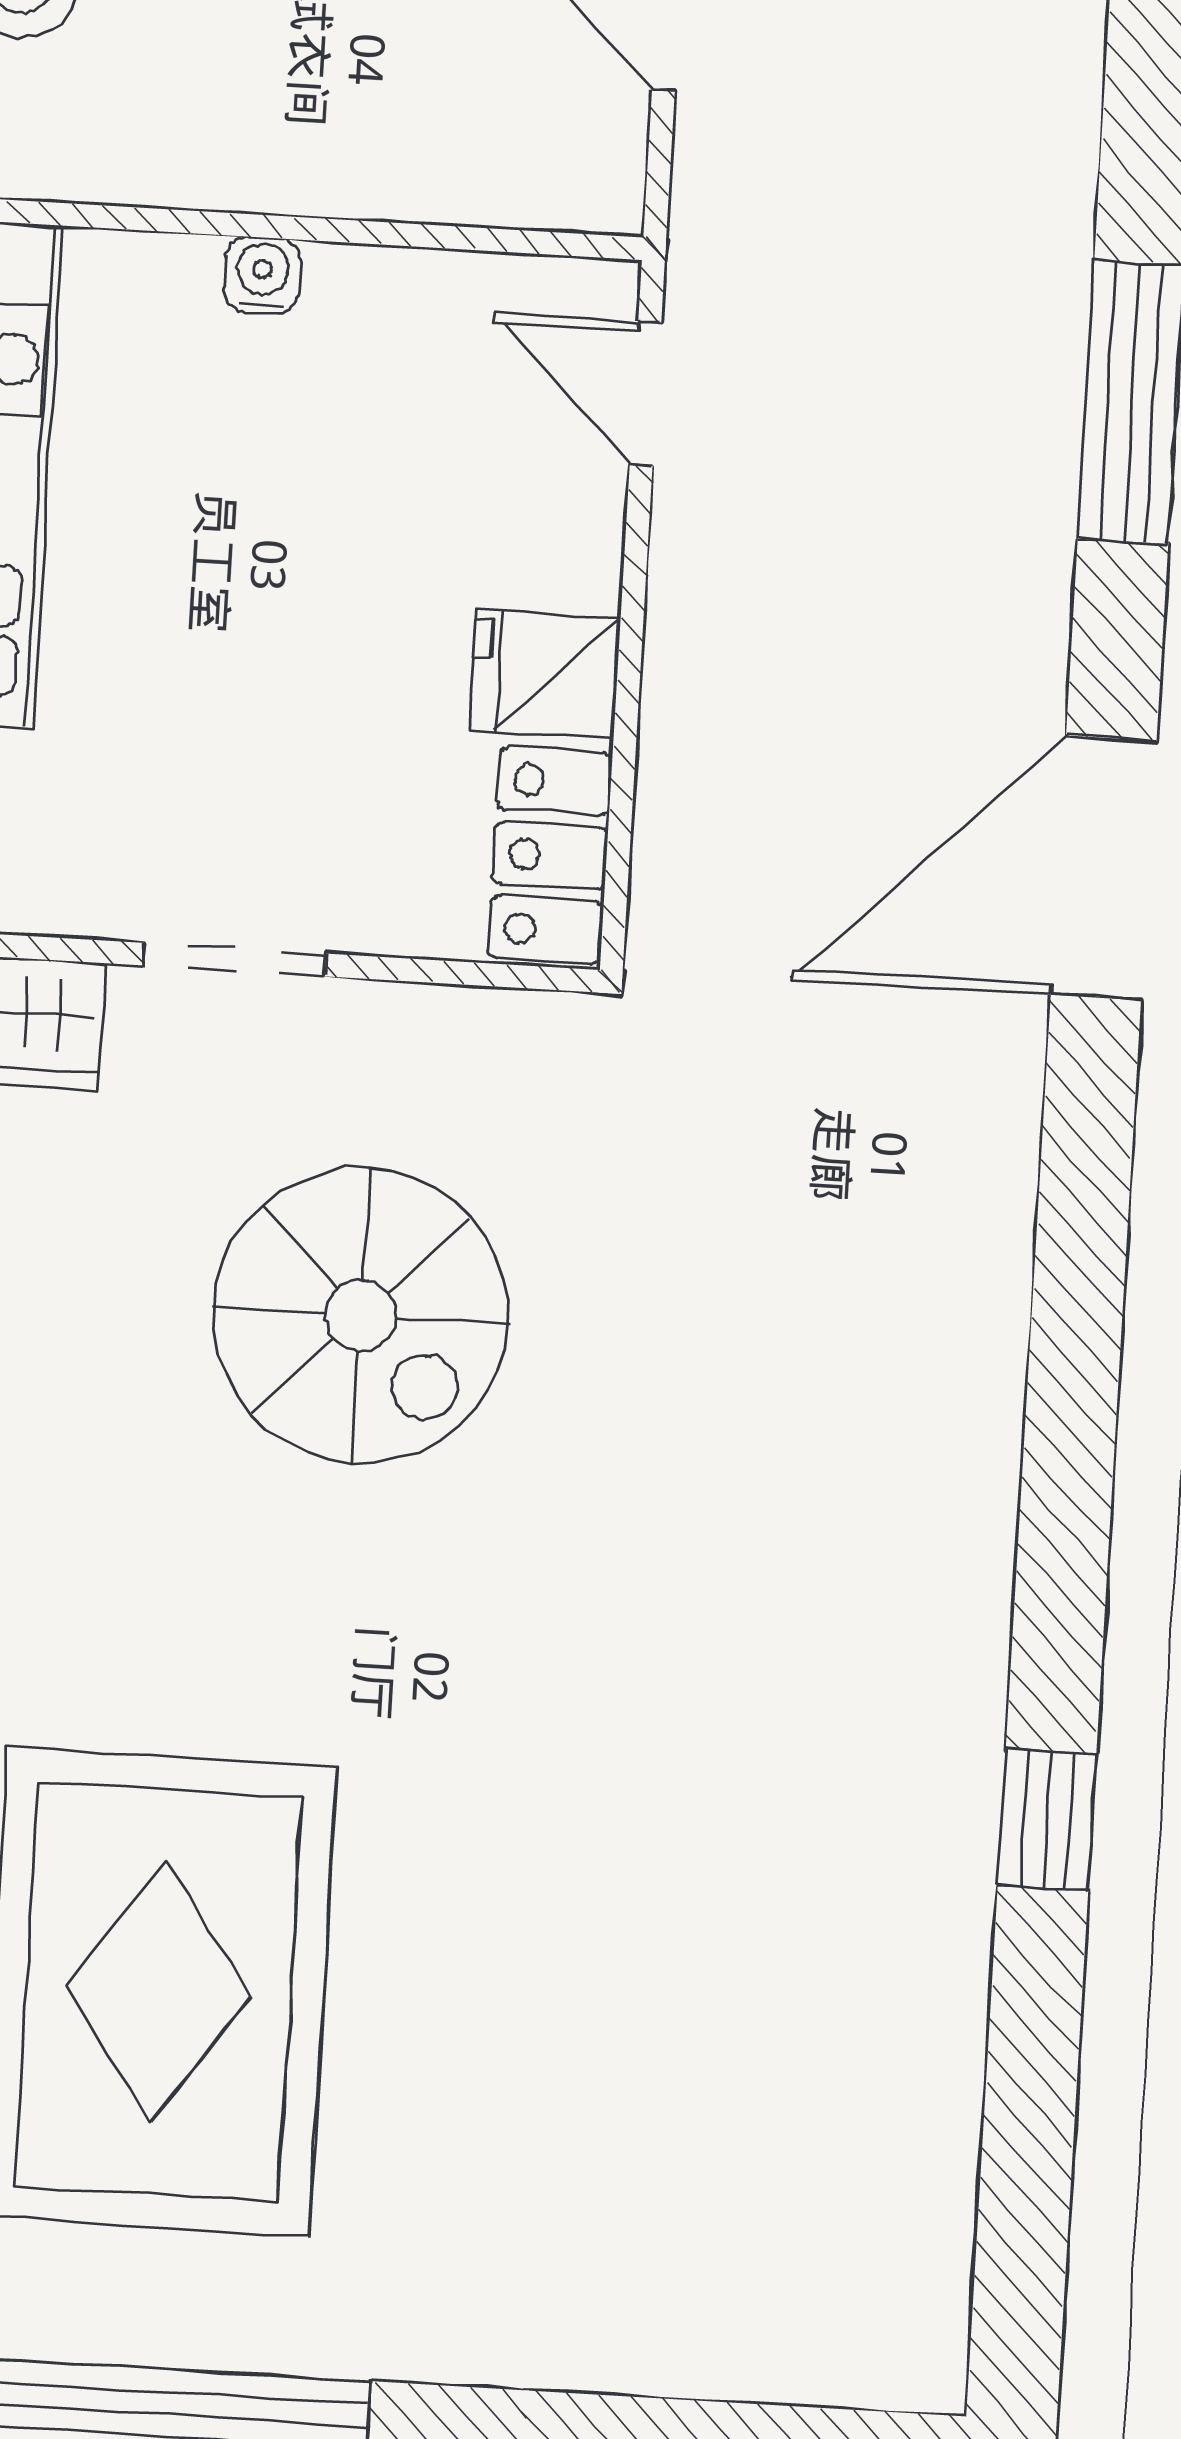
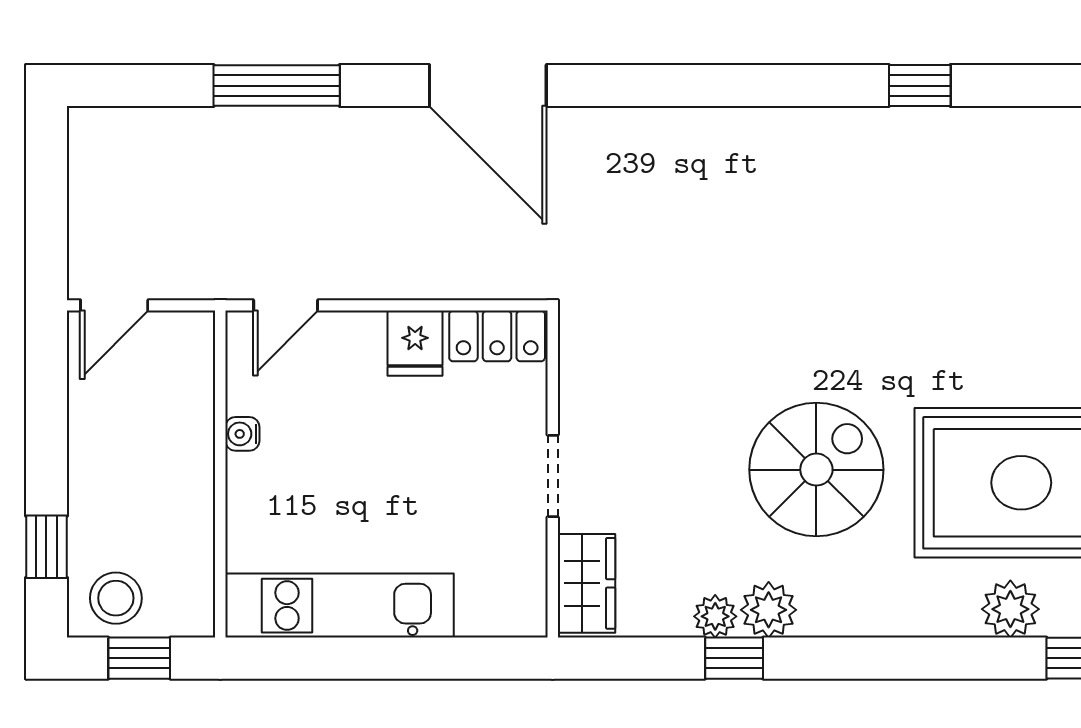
water cooler: (262, 275) -> (242, 434), moved
spiral stairs: (361, 1316) -> (816, 470), moved

